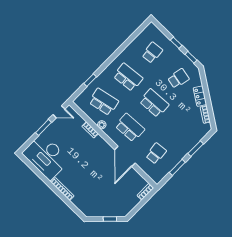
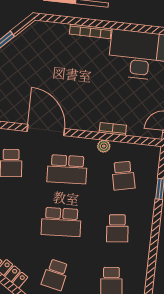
school desk: (128, 77) -> (117, 228), width x0.54
school desk: (104, 102) -> (123, 176), width x0.54

